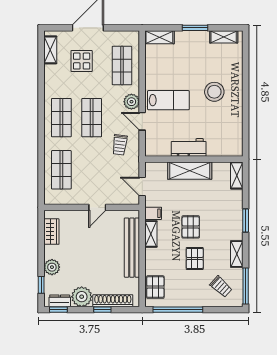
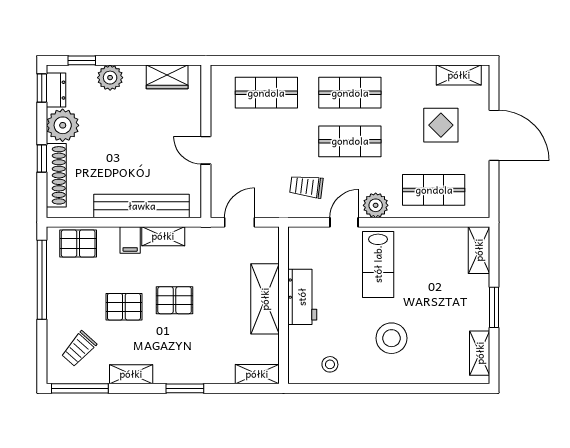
stool: (231, 130) -> (330, 364), added
filing cabinet: (153, 213) -> (130, 240), moved

